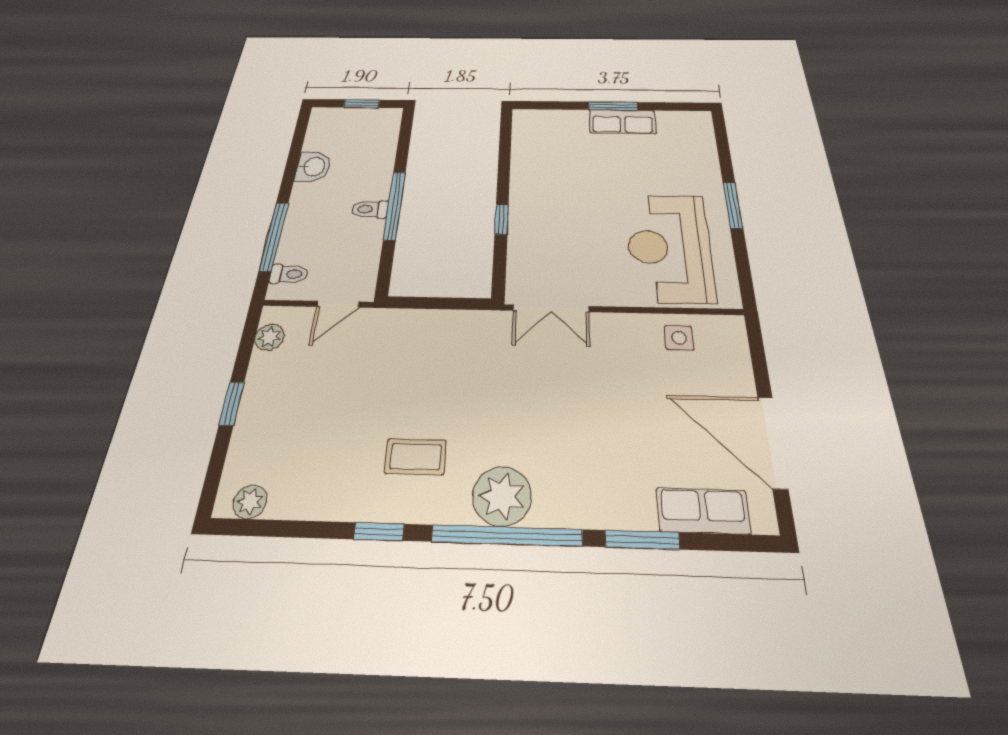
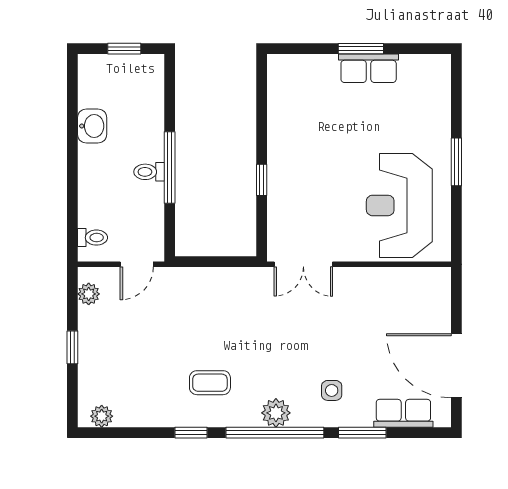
window: (274, 236) -> (72, 201), removed
side table: (679, 338) -> (332, 390), moved
plant: (502, 496) -> (276, 413), width x0.73, depth x0.73

